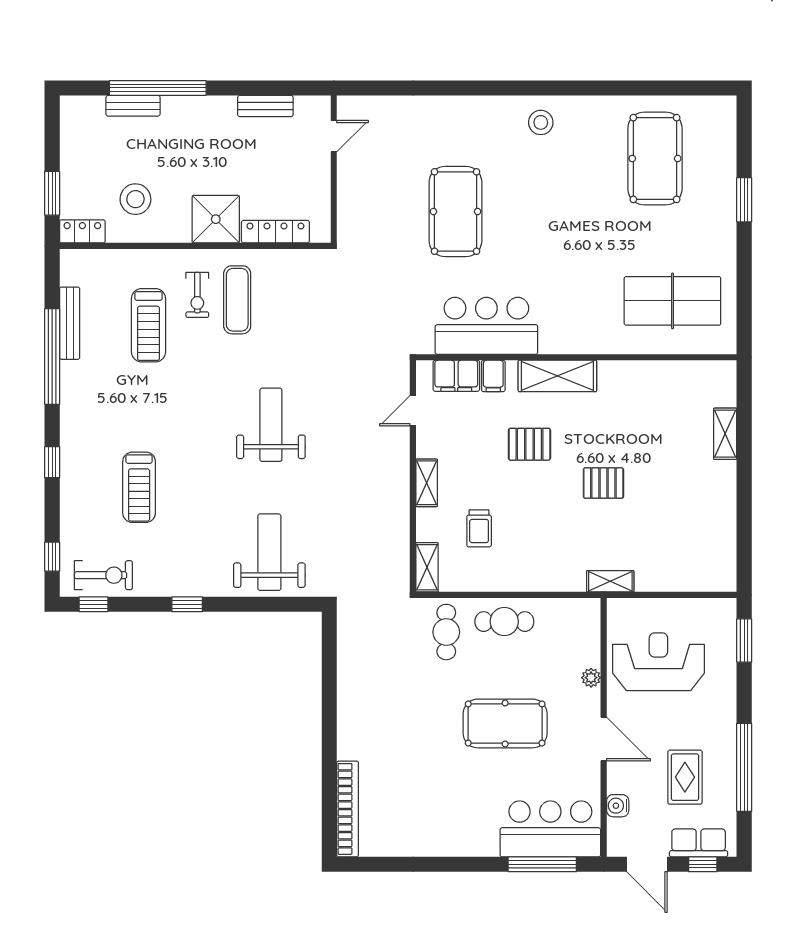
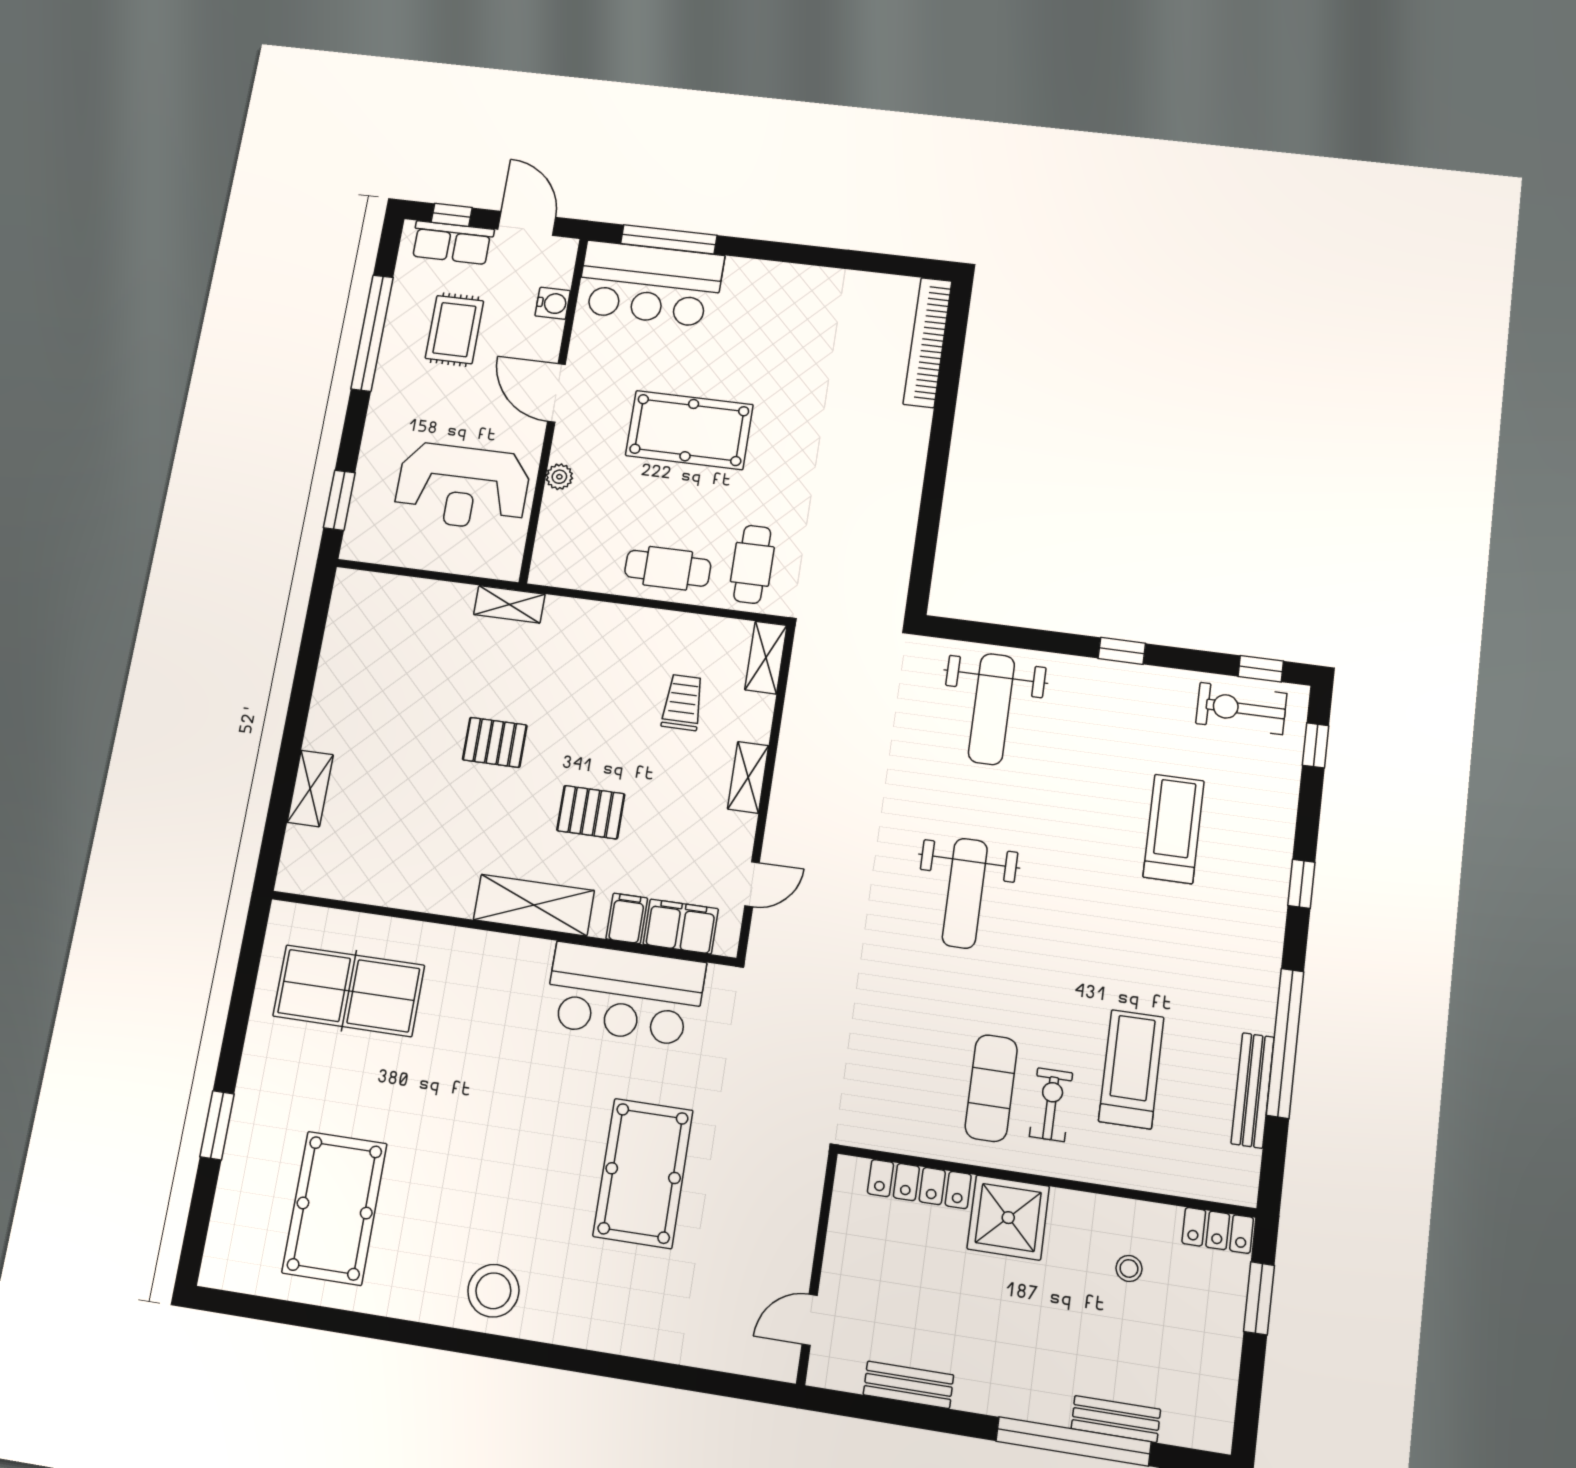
stool: (541, 122) -> (493, 1291), width x1.38, depth x1.38
stool: (135, 199) -> (1129, 1268), width x0.53, depth x0.53

